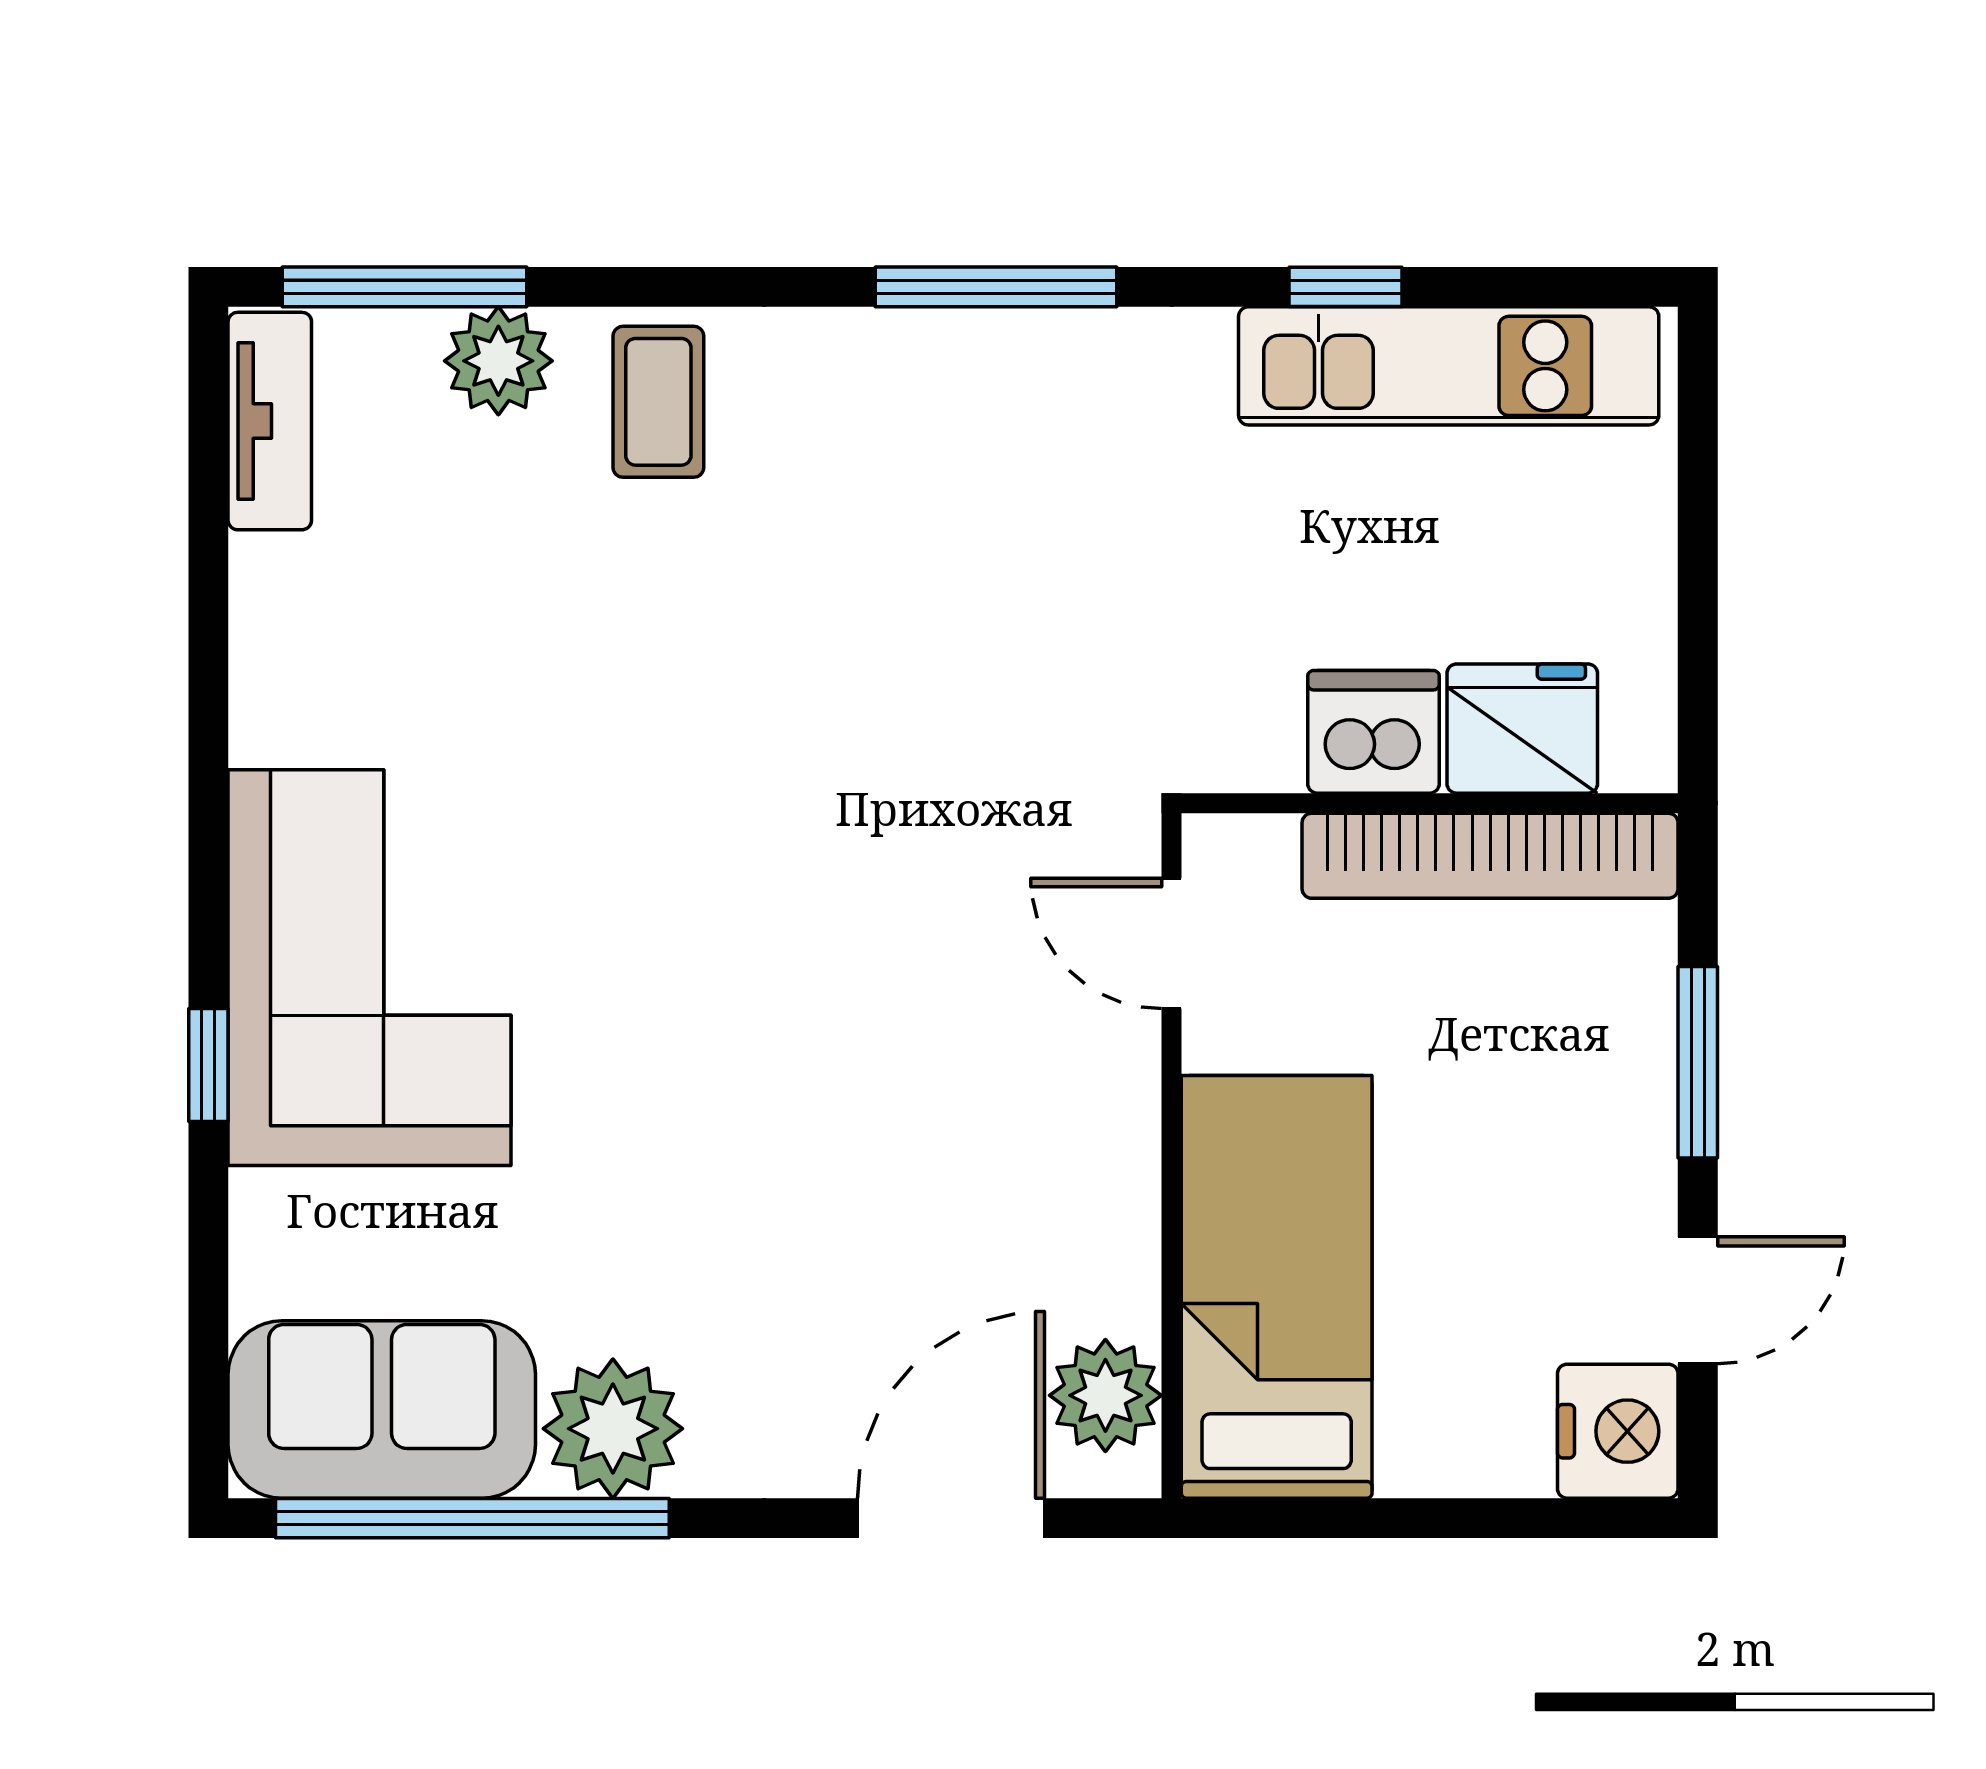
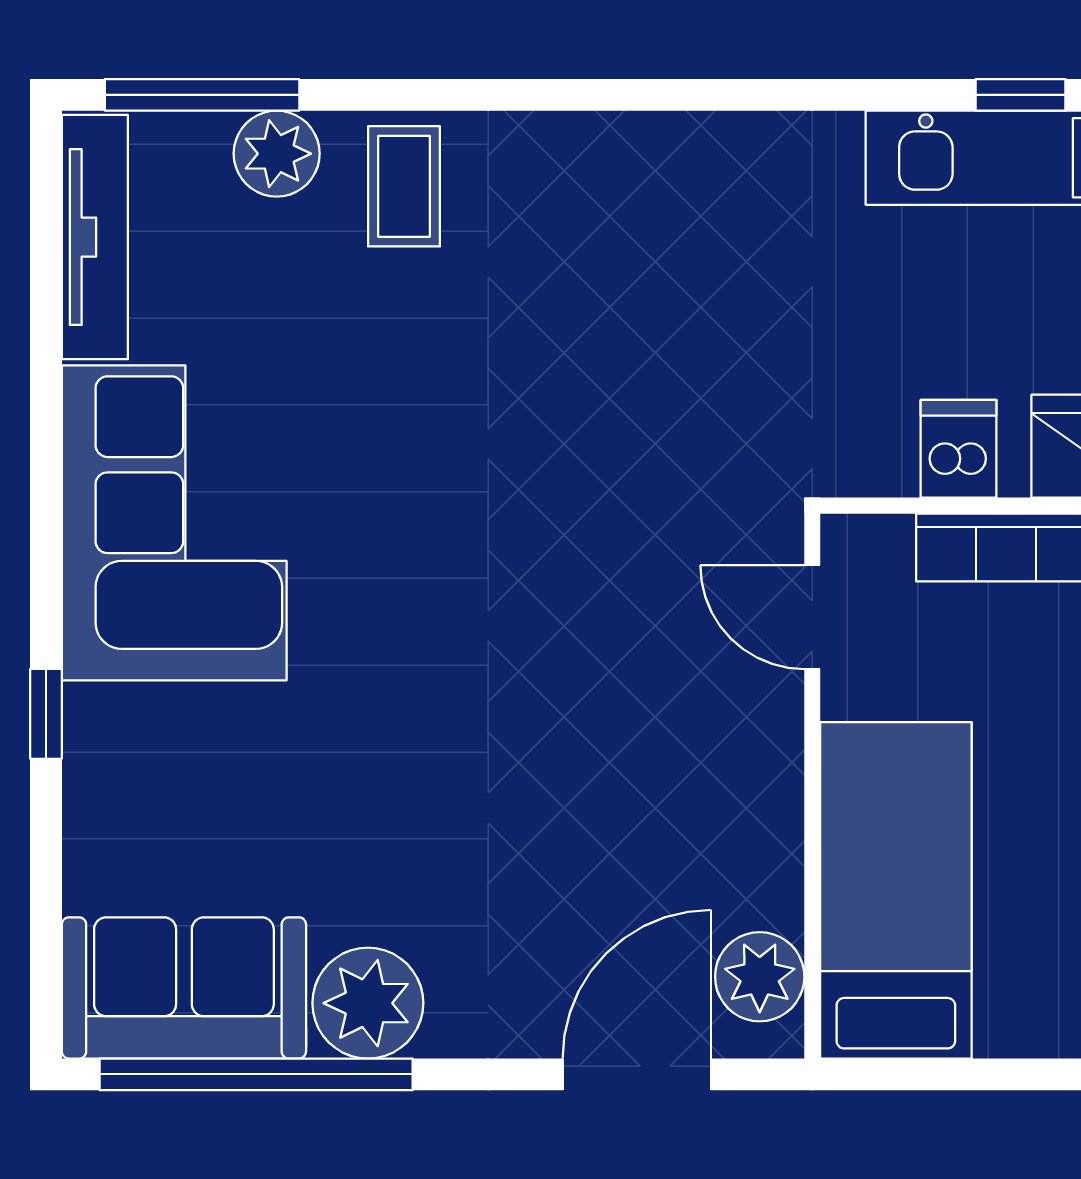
window: (996, 287) -> (673, 95), removed
window: (1346, 287) -> (1021, 95), moved
tv unit: (270, 421) -> (95, 237), width x1.41
dishwasher: (1373, 732) -> (959, 449), width x0.73
corner sofa: (370, 968) -> (174, 523), moved

